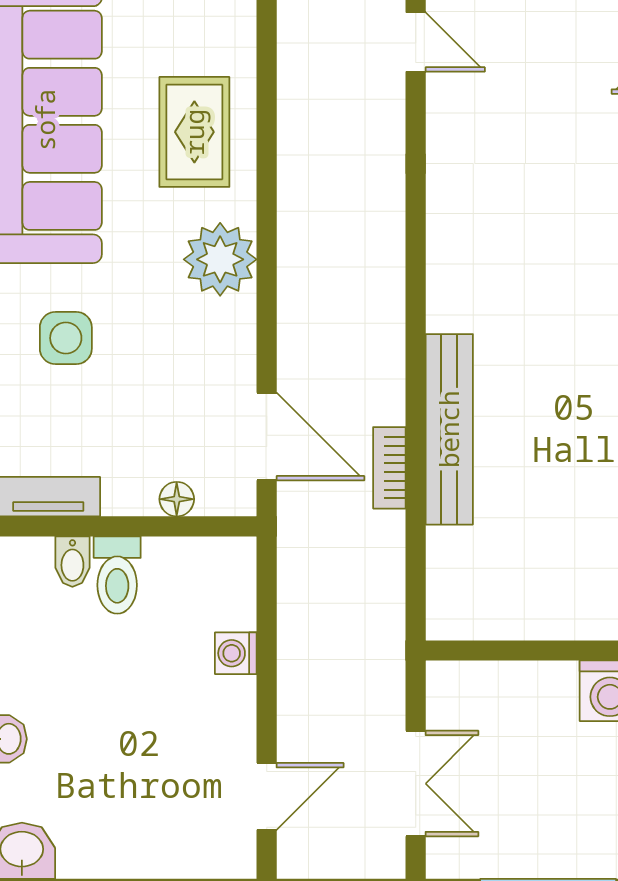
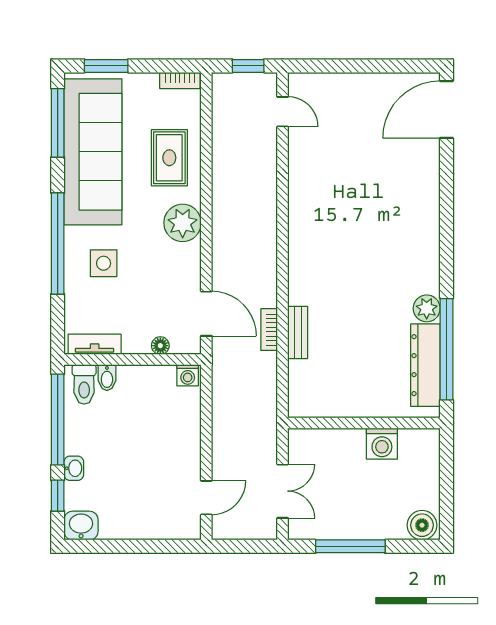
bench: (449, 429) -> (298, 332), width x0.54, depth x0.82
toilet: (117, 575) -> (84, 384), moved
washing machine: (236, 653) -> (188, 375), moved, turned -90

